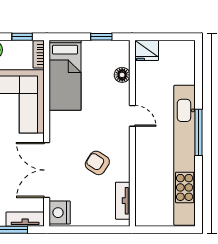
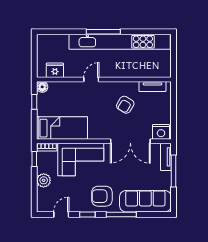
fridge: (147, 50) -> (55, 70), moved, turned -90
floor lamp: (122, 75) -> (42, 87), moved

